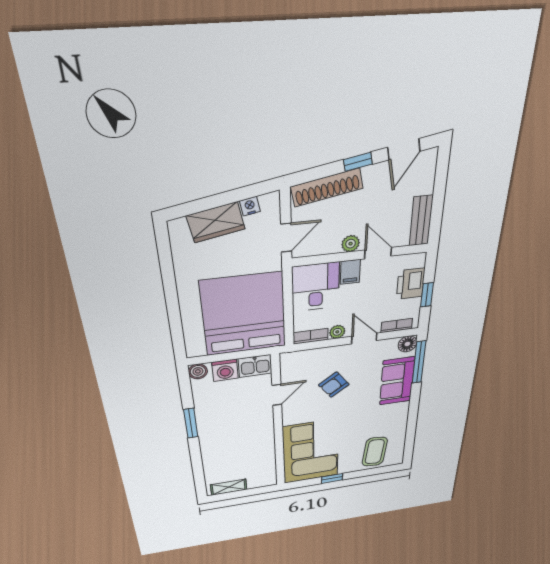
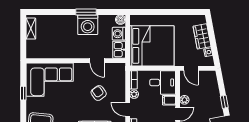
shoe rack: (327, 187) -> (214, 88), removed
door: (364, 338) -> (128, 109), swing flipped
washing machine: (214, 417) -> (88, 25), added

